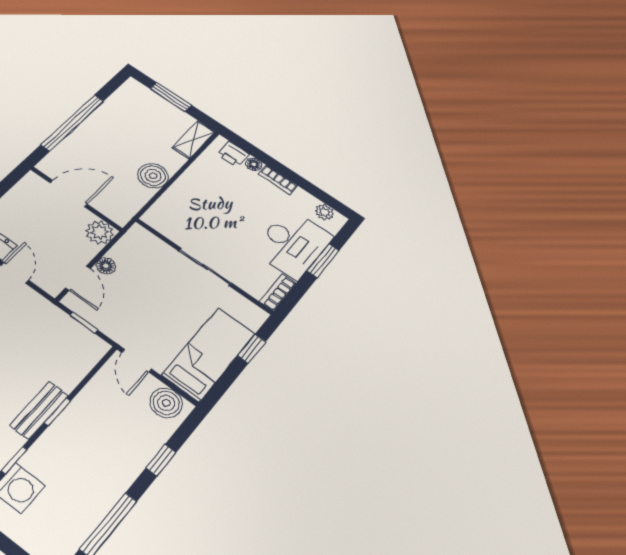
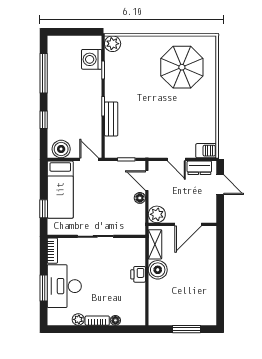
window: (72, 123) -> (220, 269), removed
shelving: (194, 140) -> (155, 244), moved
printer: (233, 154) -> (138, 274), moved, turned -90
plant: (325, 212) -> (78, 319), moved
bench: (39, 410) -> (111, 119), moved

